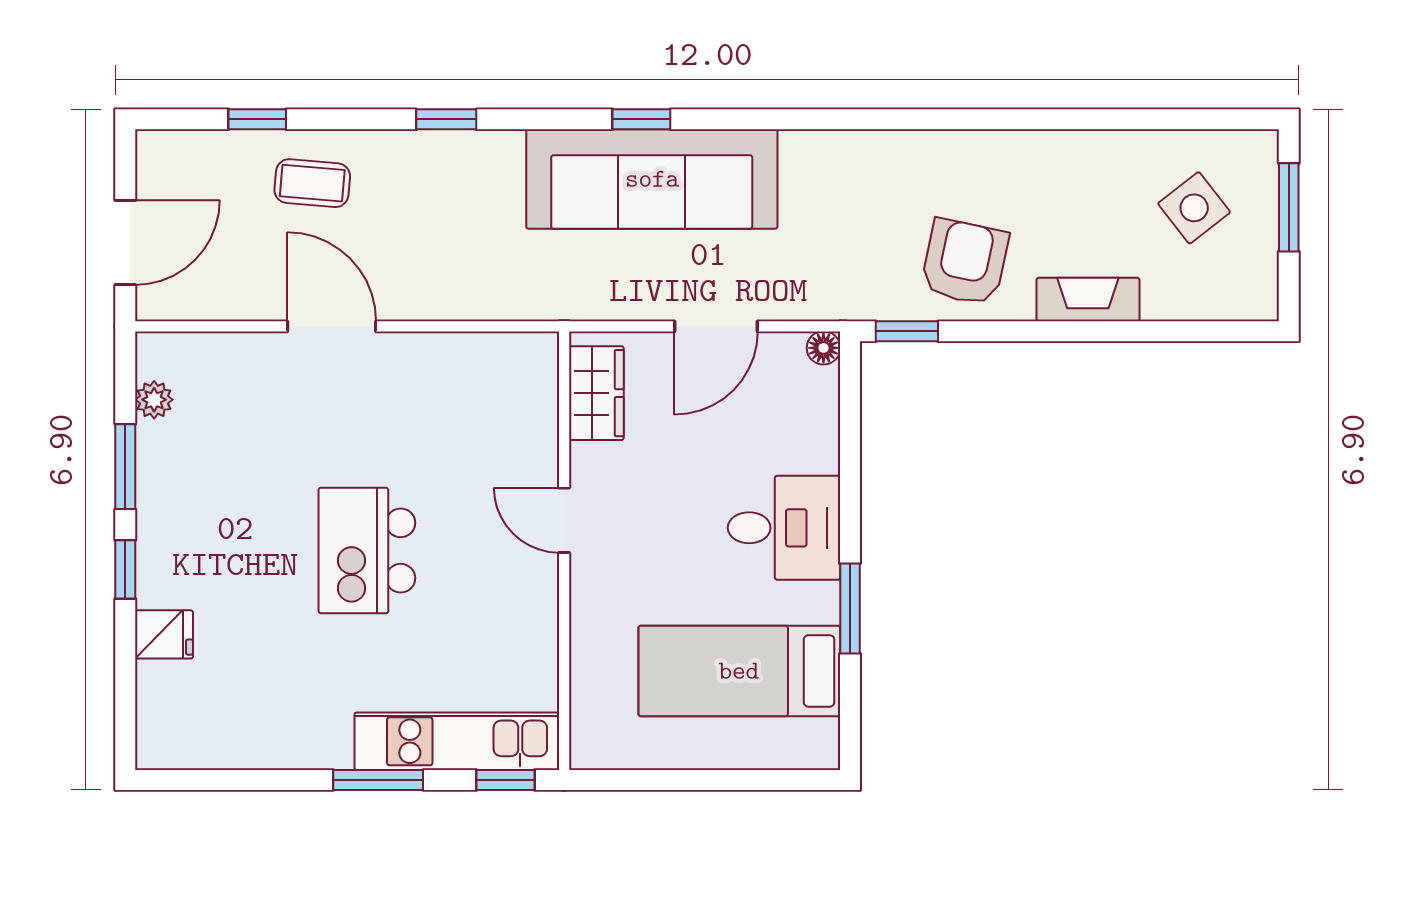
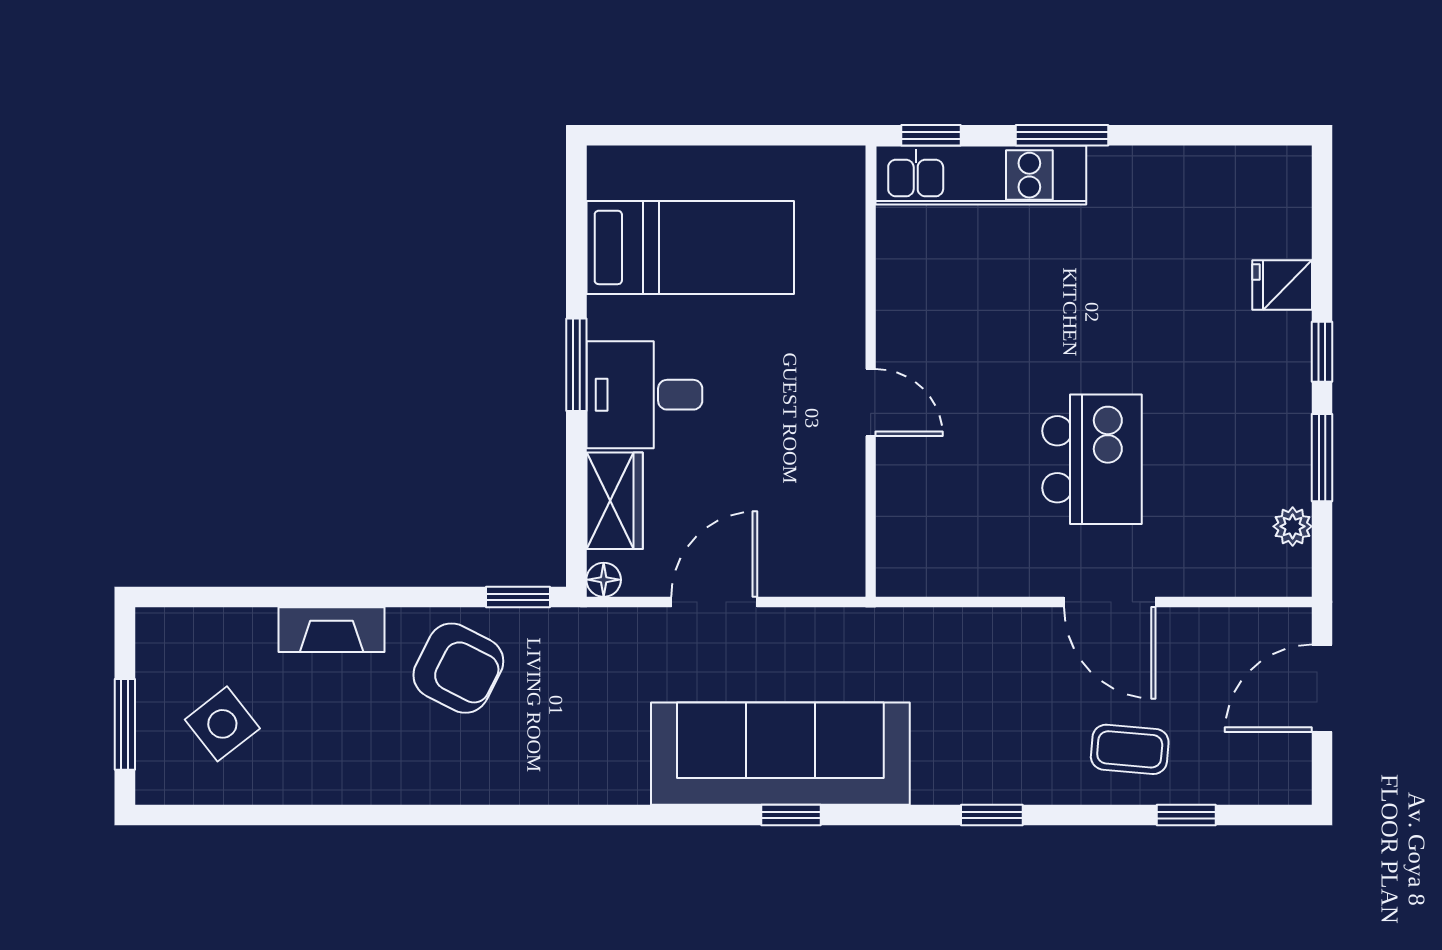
armchair: (965, 262) -> (458, 668), turned -75
wardrobe: (596, 393) -> (615, 501), moved, turned 180
kitchen island: (367, 551) -> (1092, 459), moved
window: (850, 609) -> (576, 365), moved

